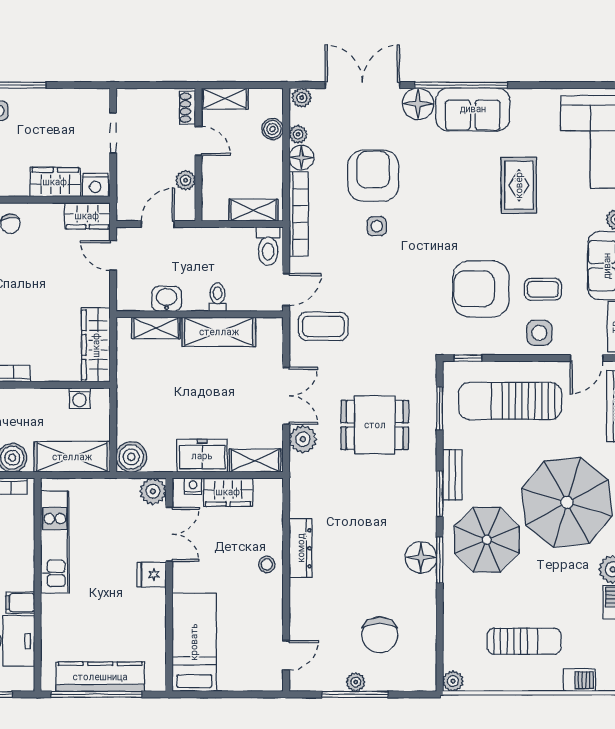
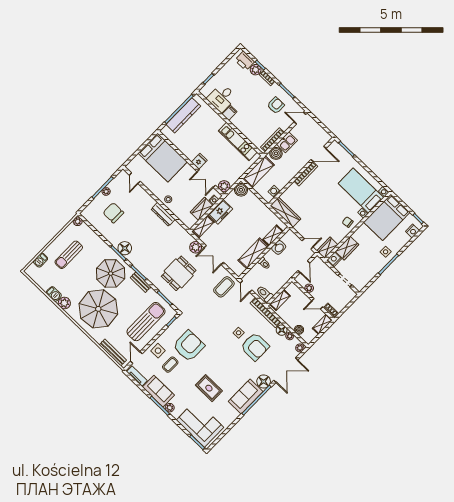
bed: (194, 642) -> (163, 157), width x1.50

